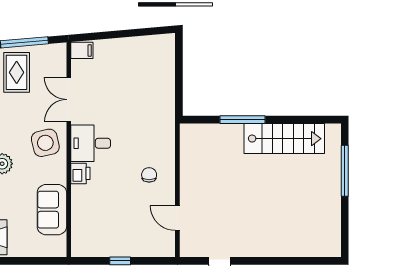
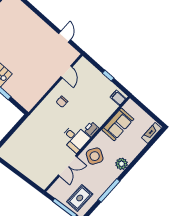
filing cabinet: (82, 50) -> (118, 98), moved
side table: (45, 143) -> (95, 156), turned 45

